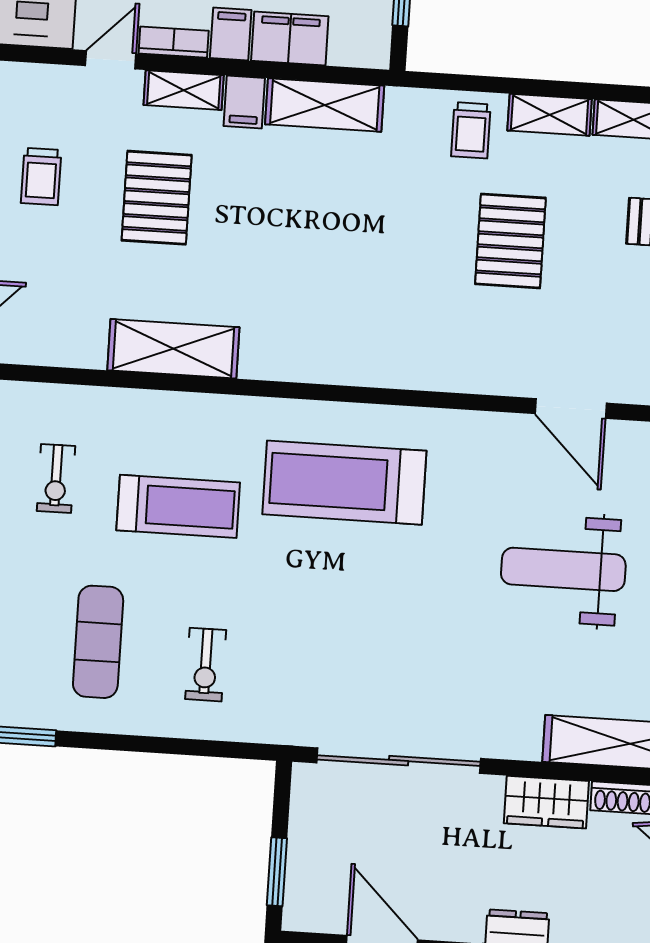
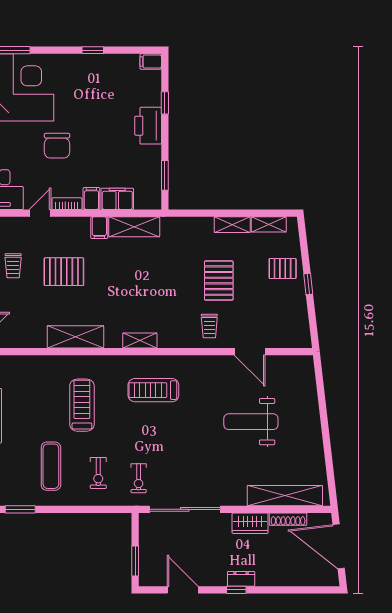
shelving: (184, 90) -> (140, 340), moved
trolley: (471, 130) -> (209, 326), moved
pallet: (157, 198) -> (64, 272), turned 90
exercise bike: (56, 479) -> (139, 478), moved
treadmill: (344, 483) -> (153, 390), width x0.73, depth x0.73
treadmill: (178, 506) -> (82, 405), turned -90

